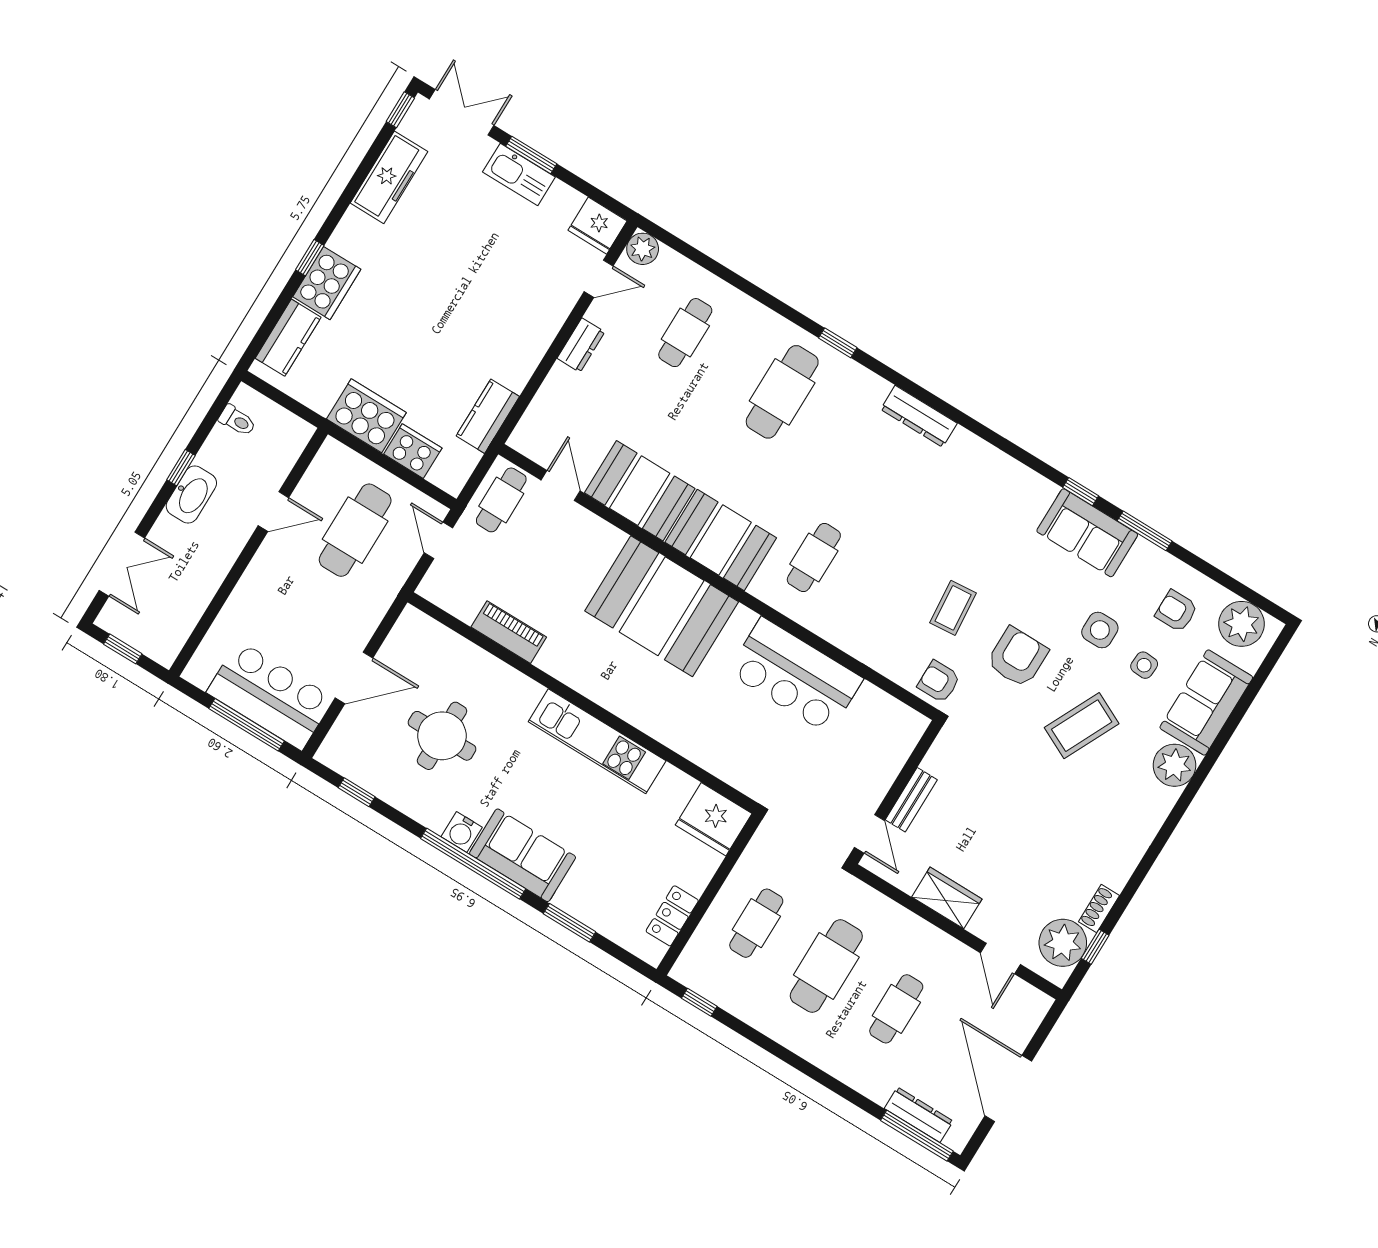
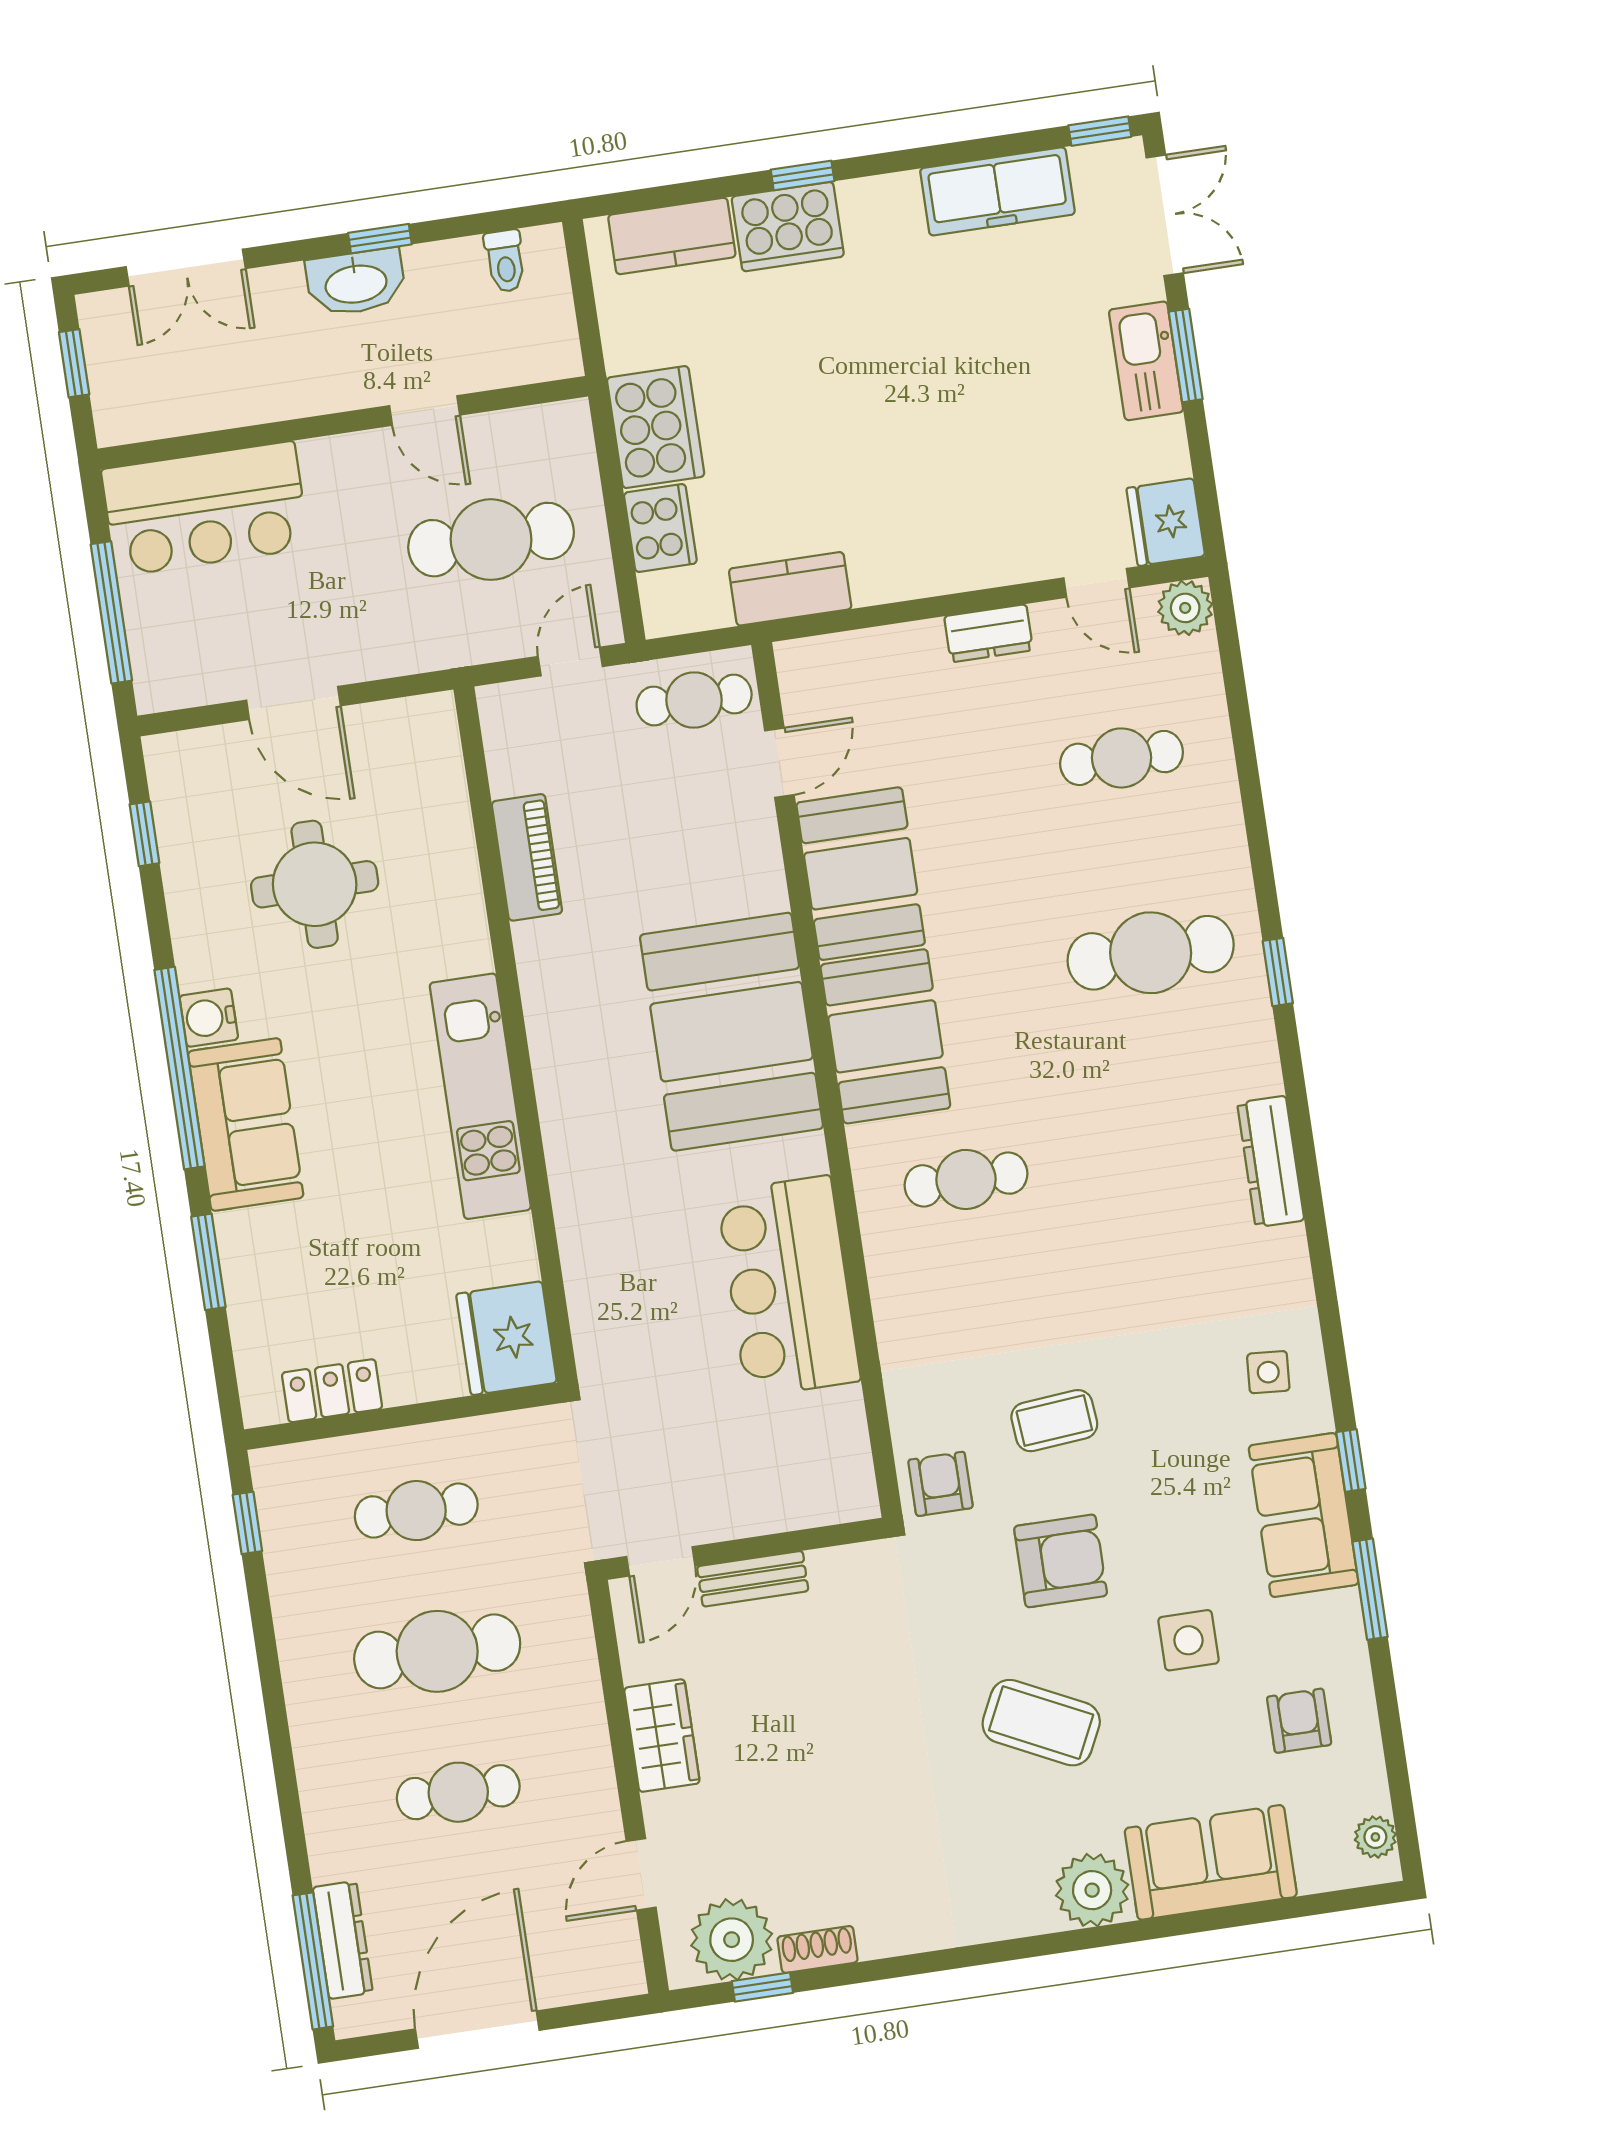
plant: (1242, 624) -> (1375, 1837), width x0.53, depth x0.53
side table: (1144, 665) -> (1268, 1372), moved
bar counter: (270, 695) -> (205, 509), moved, turned 90

